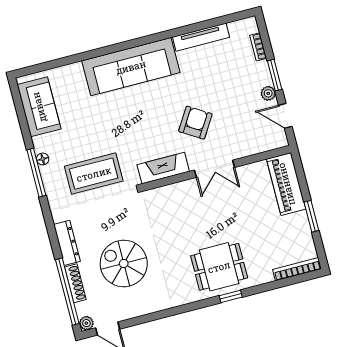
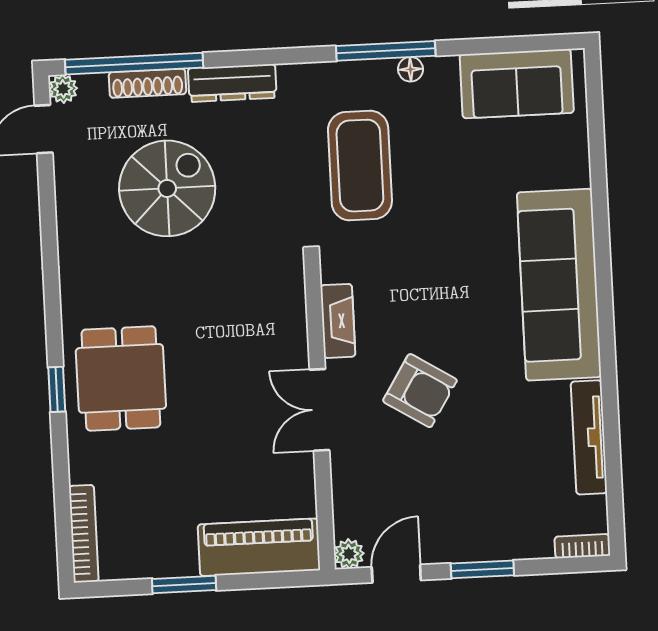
bookcase: (258, 47) -> (582, 546), moved
plant: (268, 93) -> (349, 554), moved
fireplace: (163, 168) -> (338, 321), width x0.73, depth x0.76

